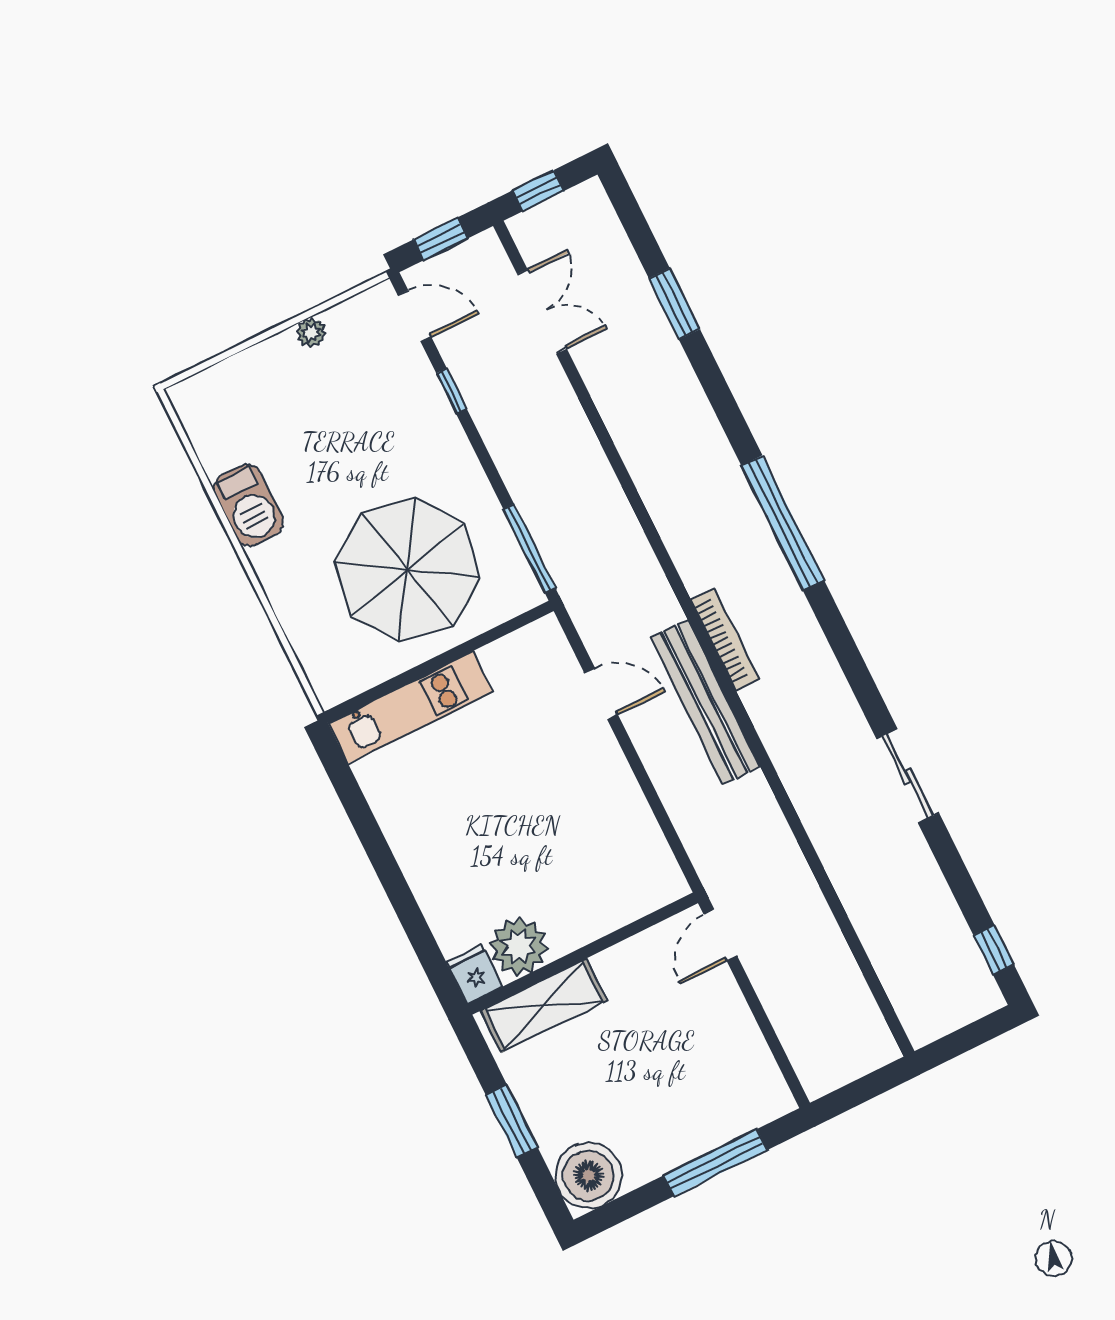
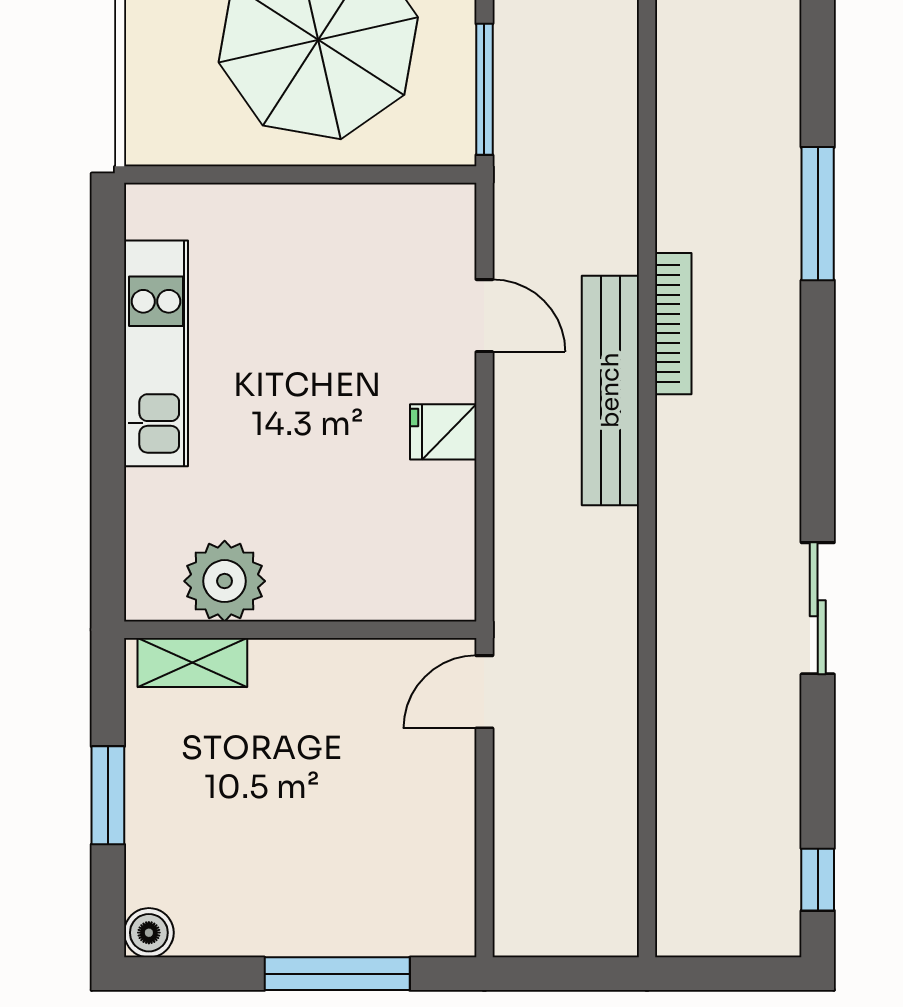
window: (783, 523) -> (818, 214), width x0.68
kitchen unit: (410, 707) -> (156, 353), moved, turned -90
fridge: (474, 974) -> (443, 432), moved, turned -90
shelving: (544, 1006) -> (192, 662), width x0.67, depth x0.75
boiler: (588, 1176) -> (149, 933), width x0.54, depth x0.54

